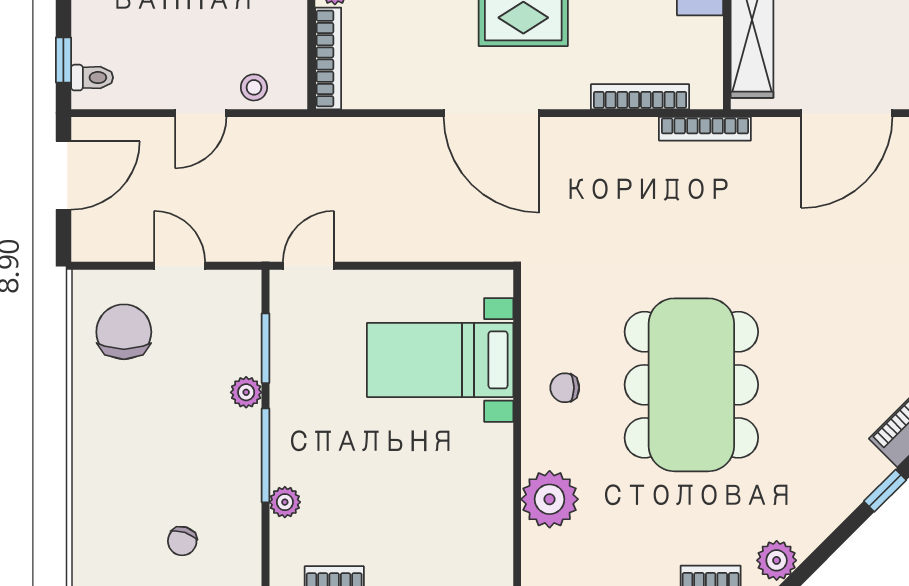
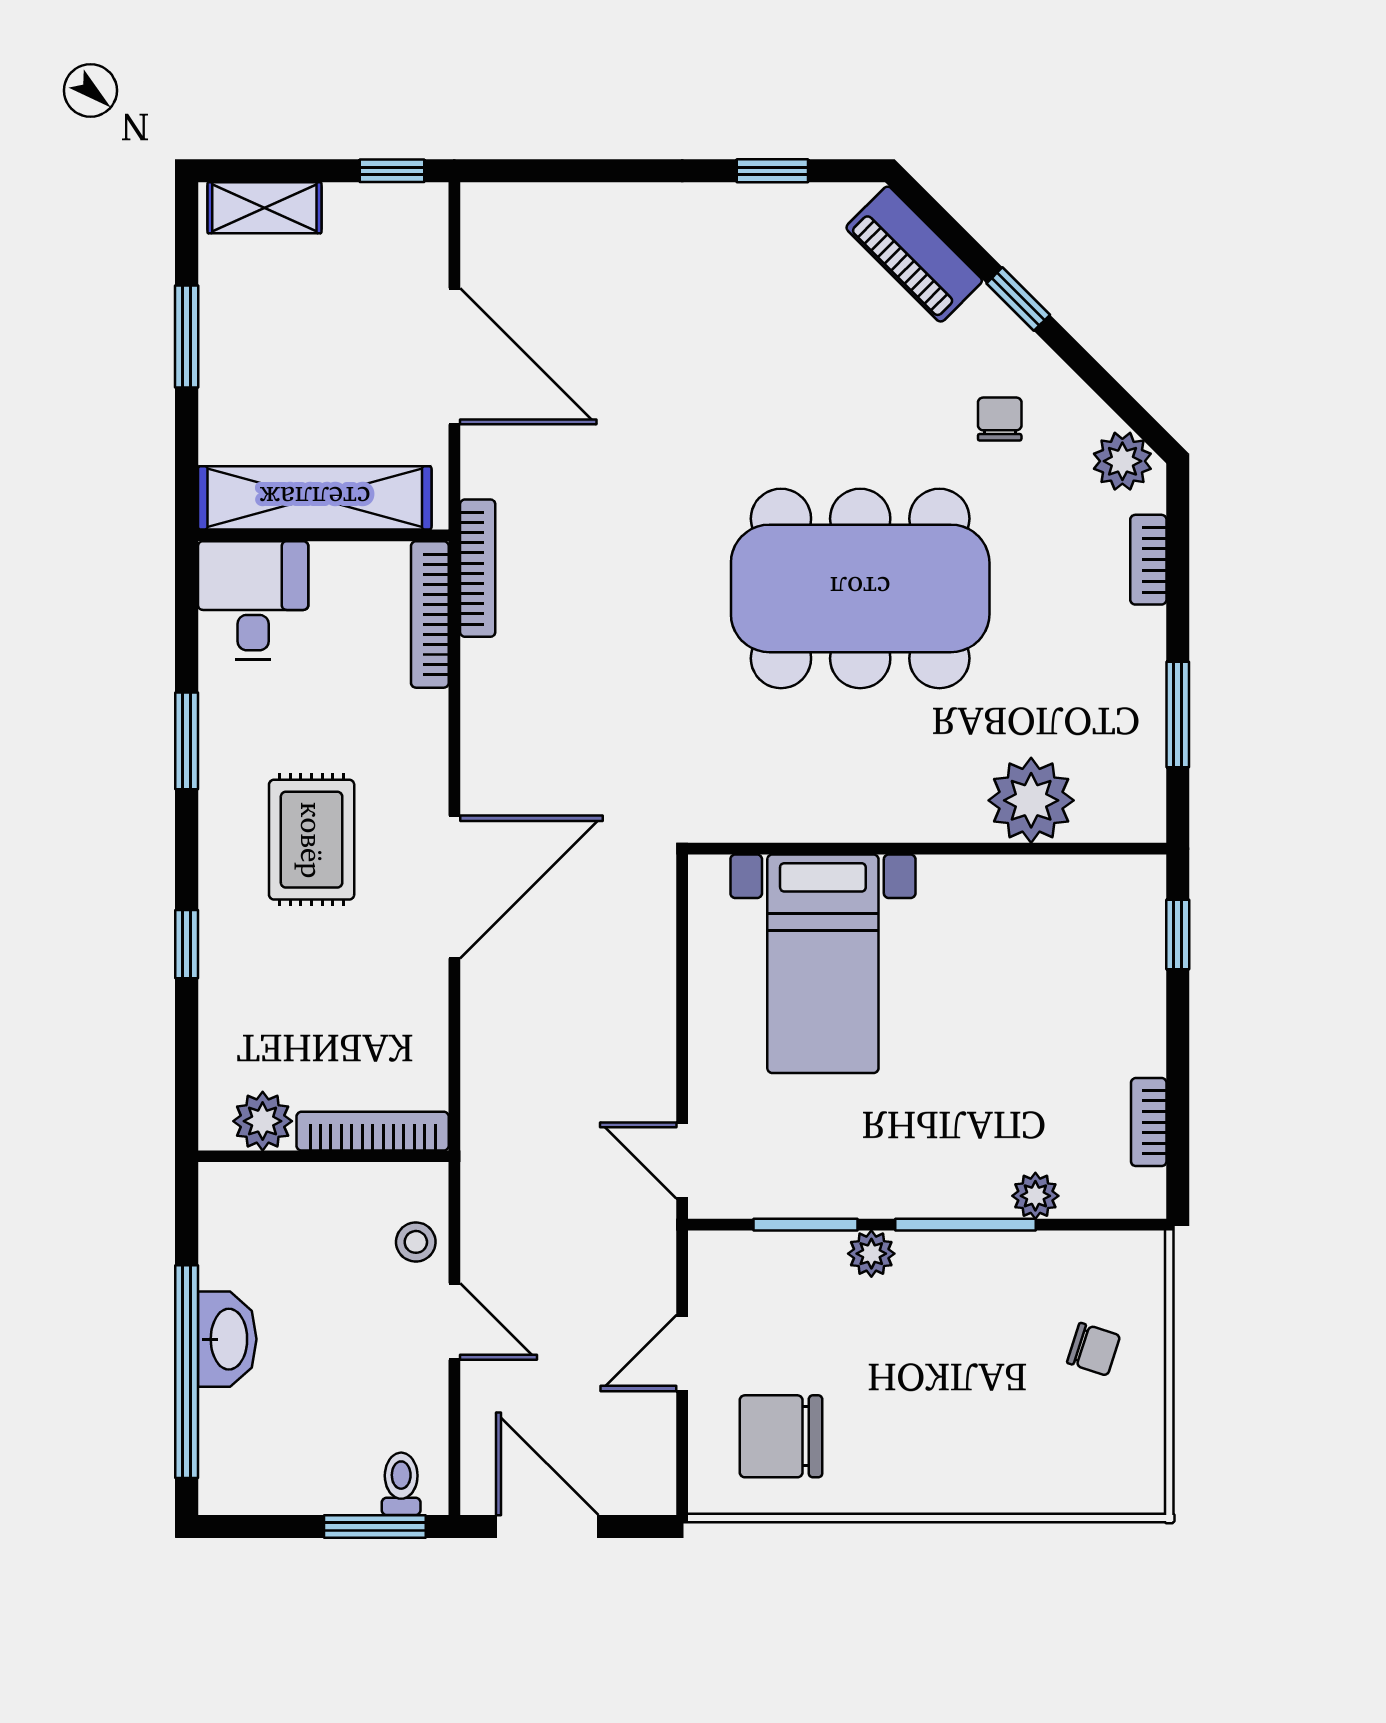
window: (63, 60) -> (375, 1527), width x1.50
bookcase: (640, 97) -> (430, 614), moved
chair: (565, 388) -> (1000, 419), moved, turned 180

